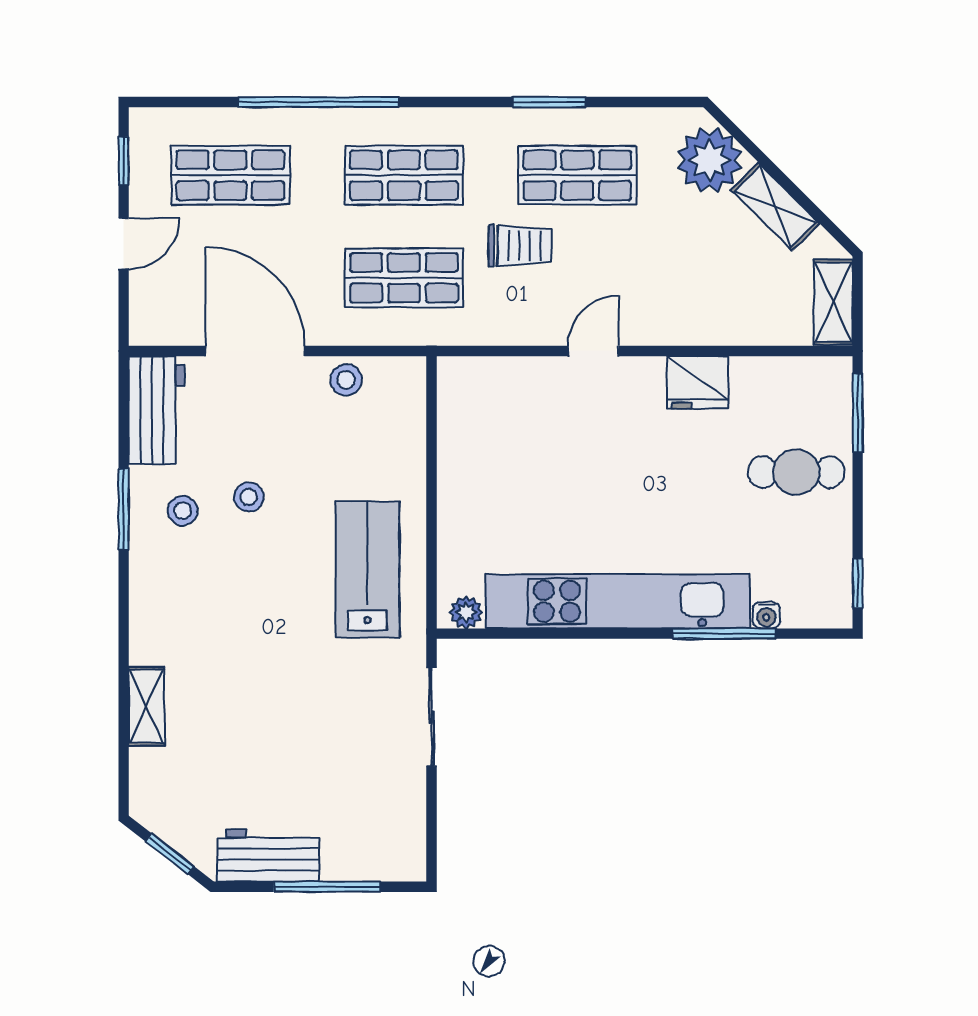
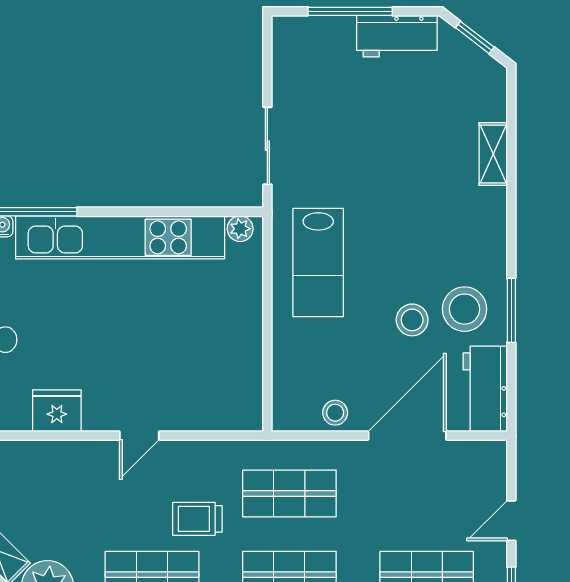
door: (255, 351) -> (407, 436), swing flipped
stool: (249, 497) -> (412, 320), width x1.37, depth x1.37
stool: (183, 511) -> (465, 309), width x1.89, depth x1.89

